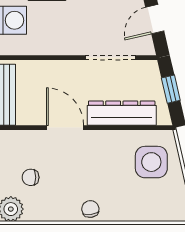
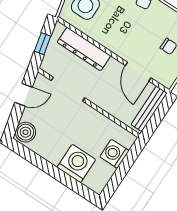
door: (65, 128) -> (138, 72), moved

